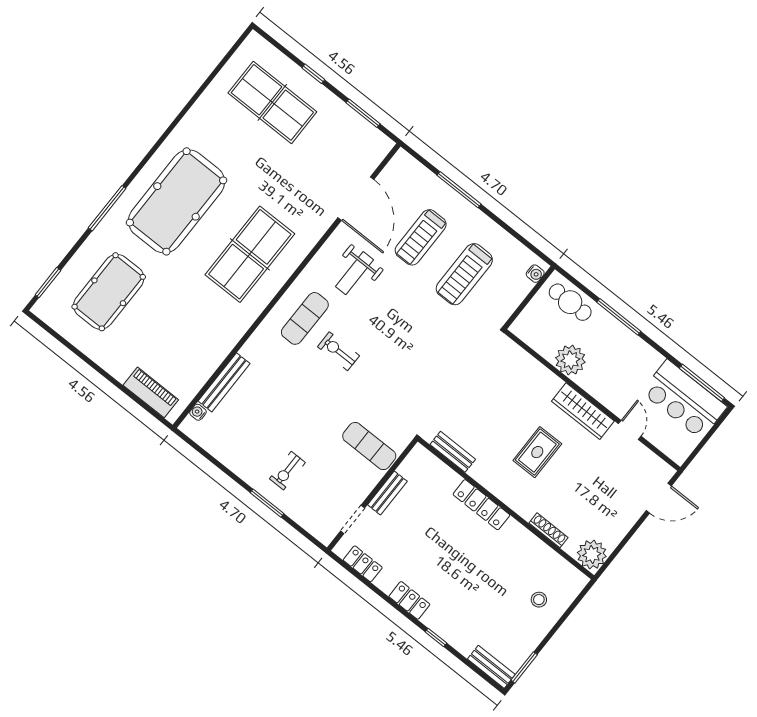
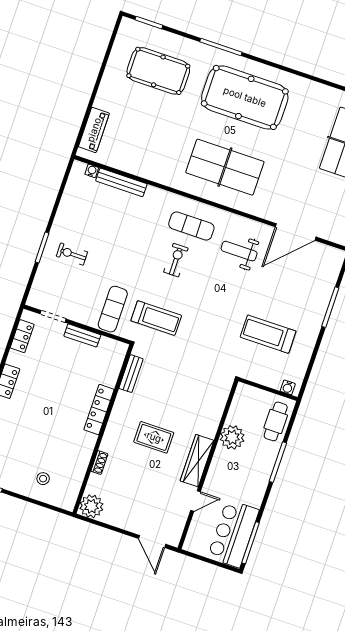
treadmill: (421, 237) -> (156, 318), moved, turned 180
shoe rack: (548, 530) -> (99, 463), width x0.70

